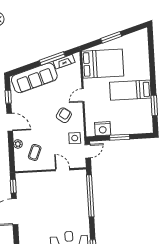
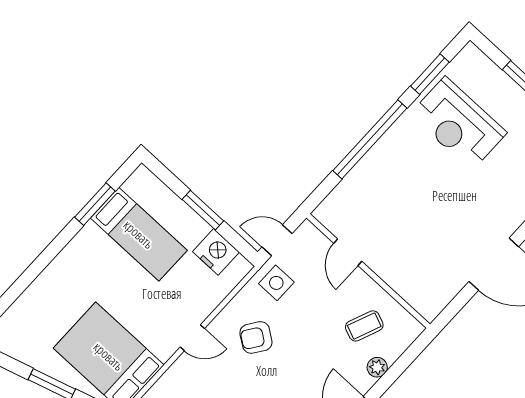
bed: (130, 90) -> (139, 234), moved
window: (13, 186) -> (454, 307), removed
window: (90, 196) -> (370, 139), moved

